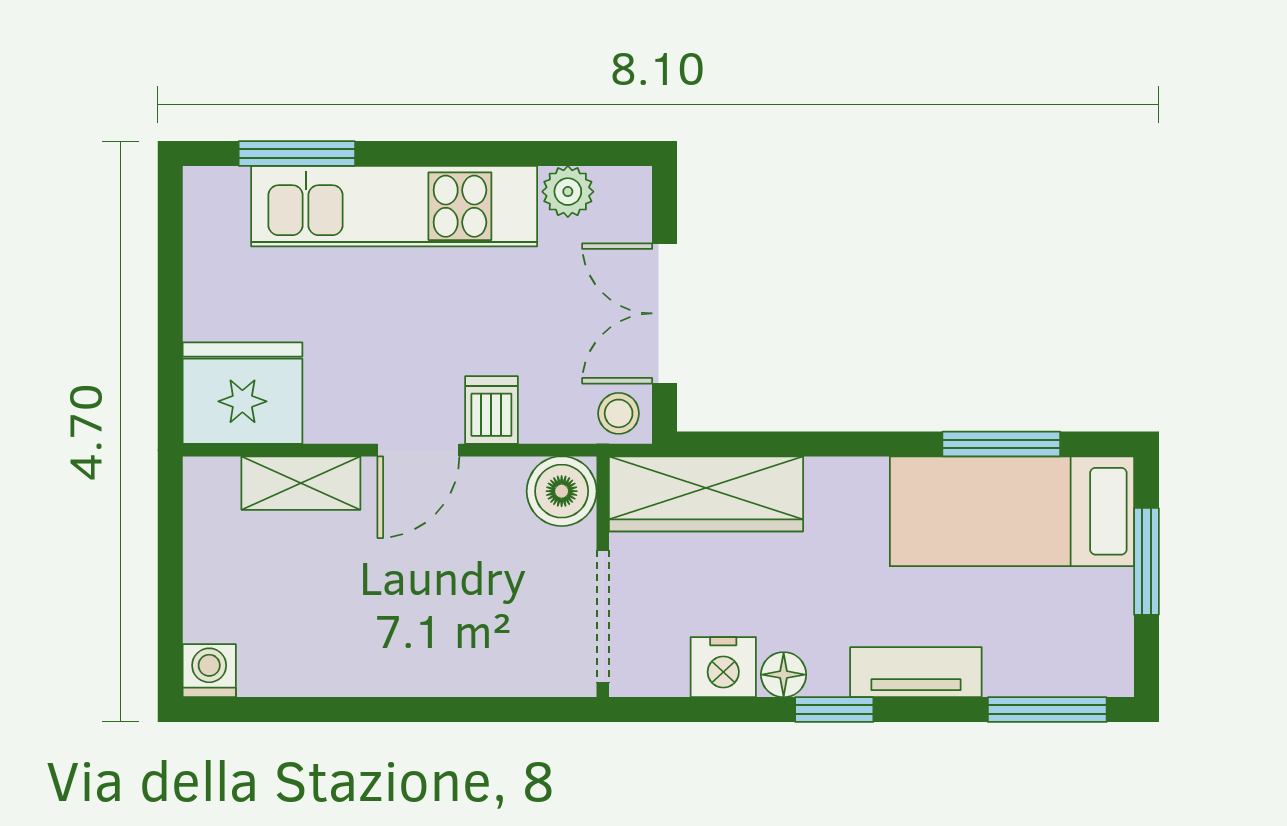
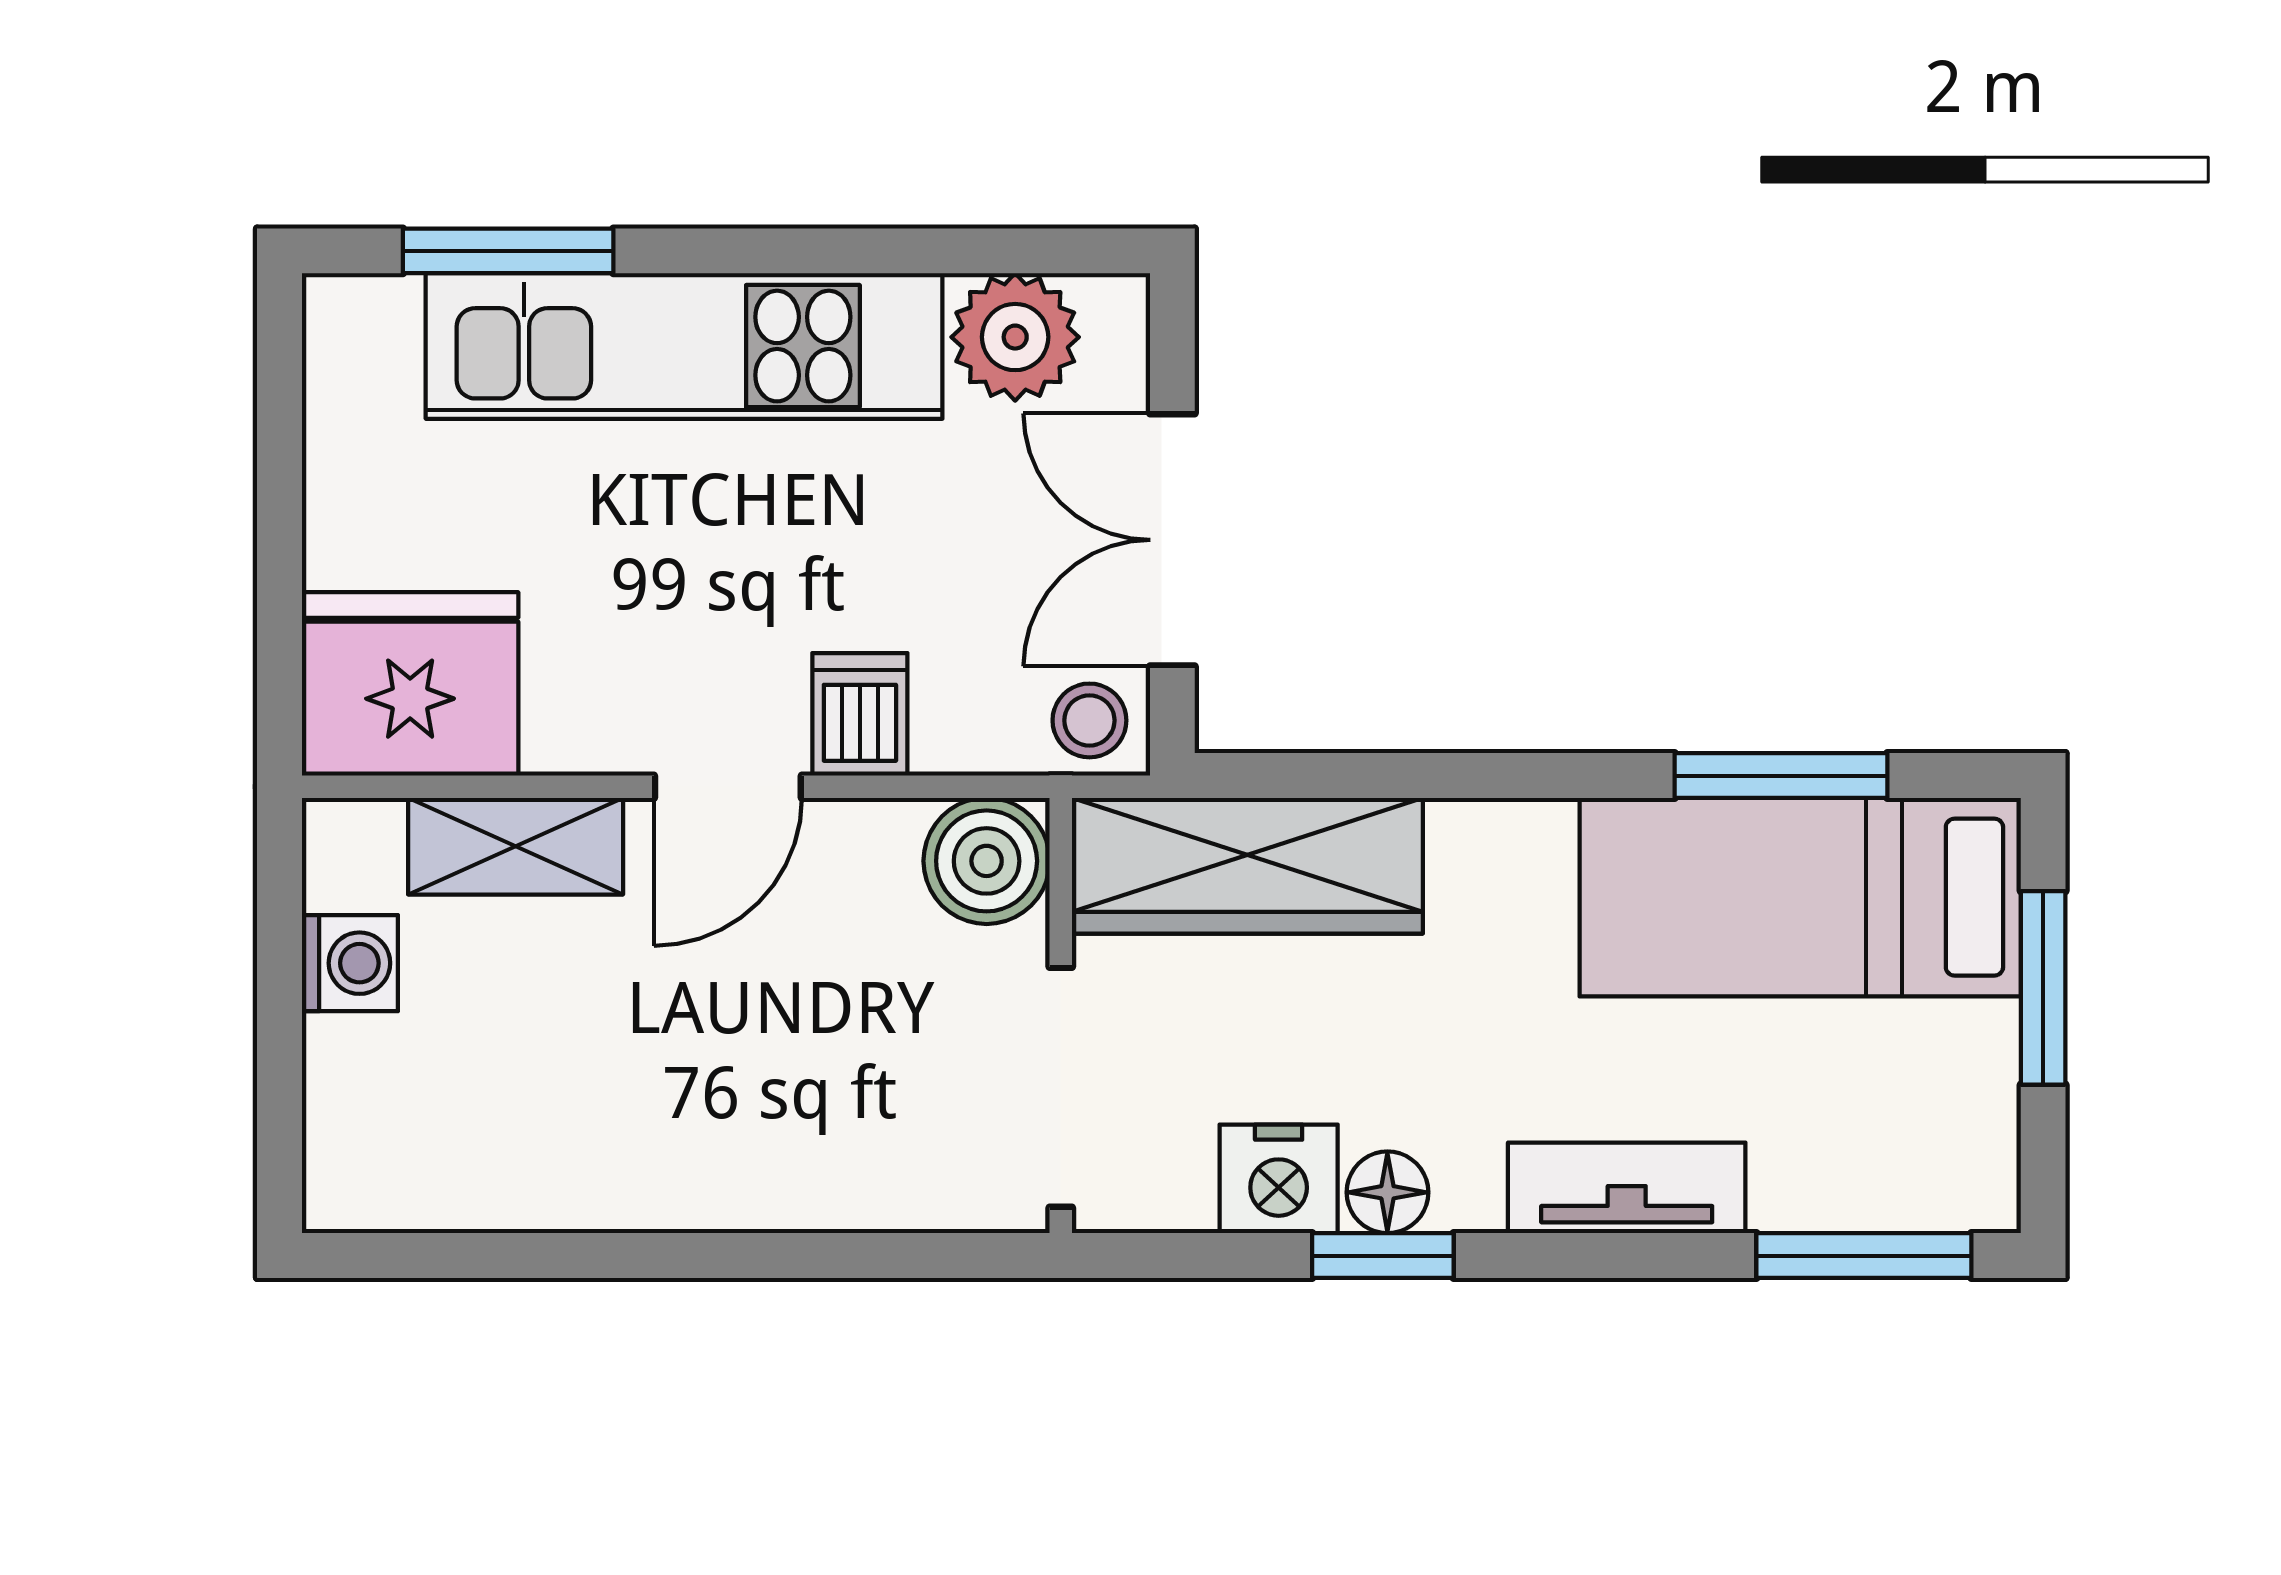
plant: (568, 192) -> (1015, 337), width x1.38, depth x1.38
washing machine: (209, 671) -> (350, 963), moved, turned 90
window: (834, 710) -> (1383, 1256), moved

